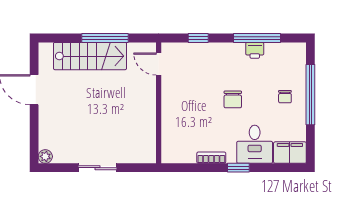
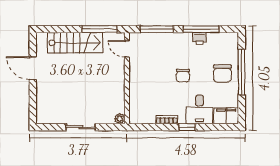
window: (105, 38) -> (99, 29), moved
window: (198, 38) -> (157, 29), width x2.17
chair: (285, 97) -> (222, 73), width x1.87, depth x1.87
plant: (45, 156) -> (120, 119), moved

